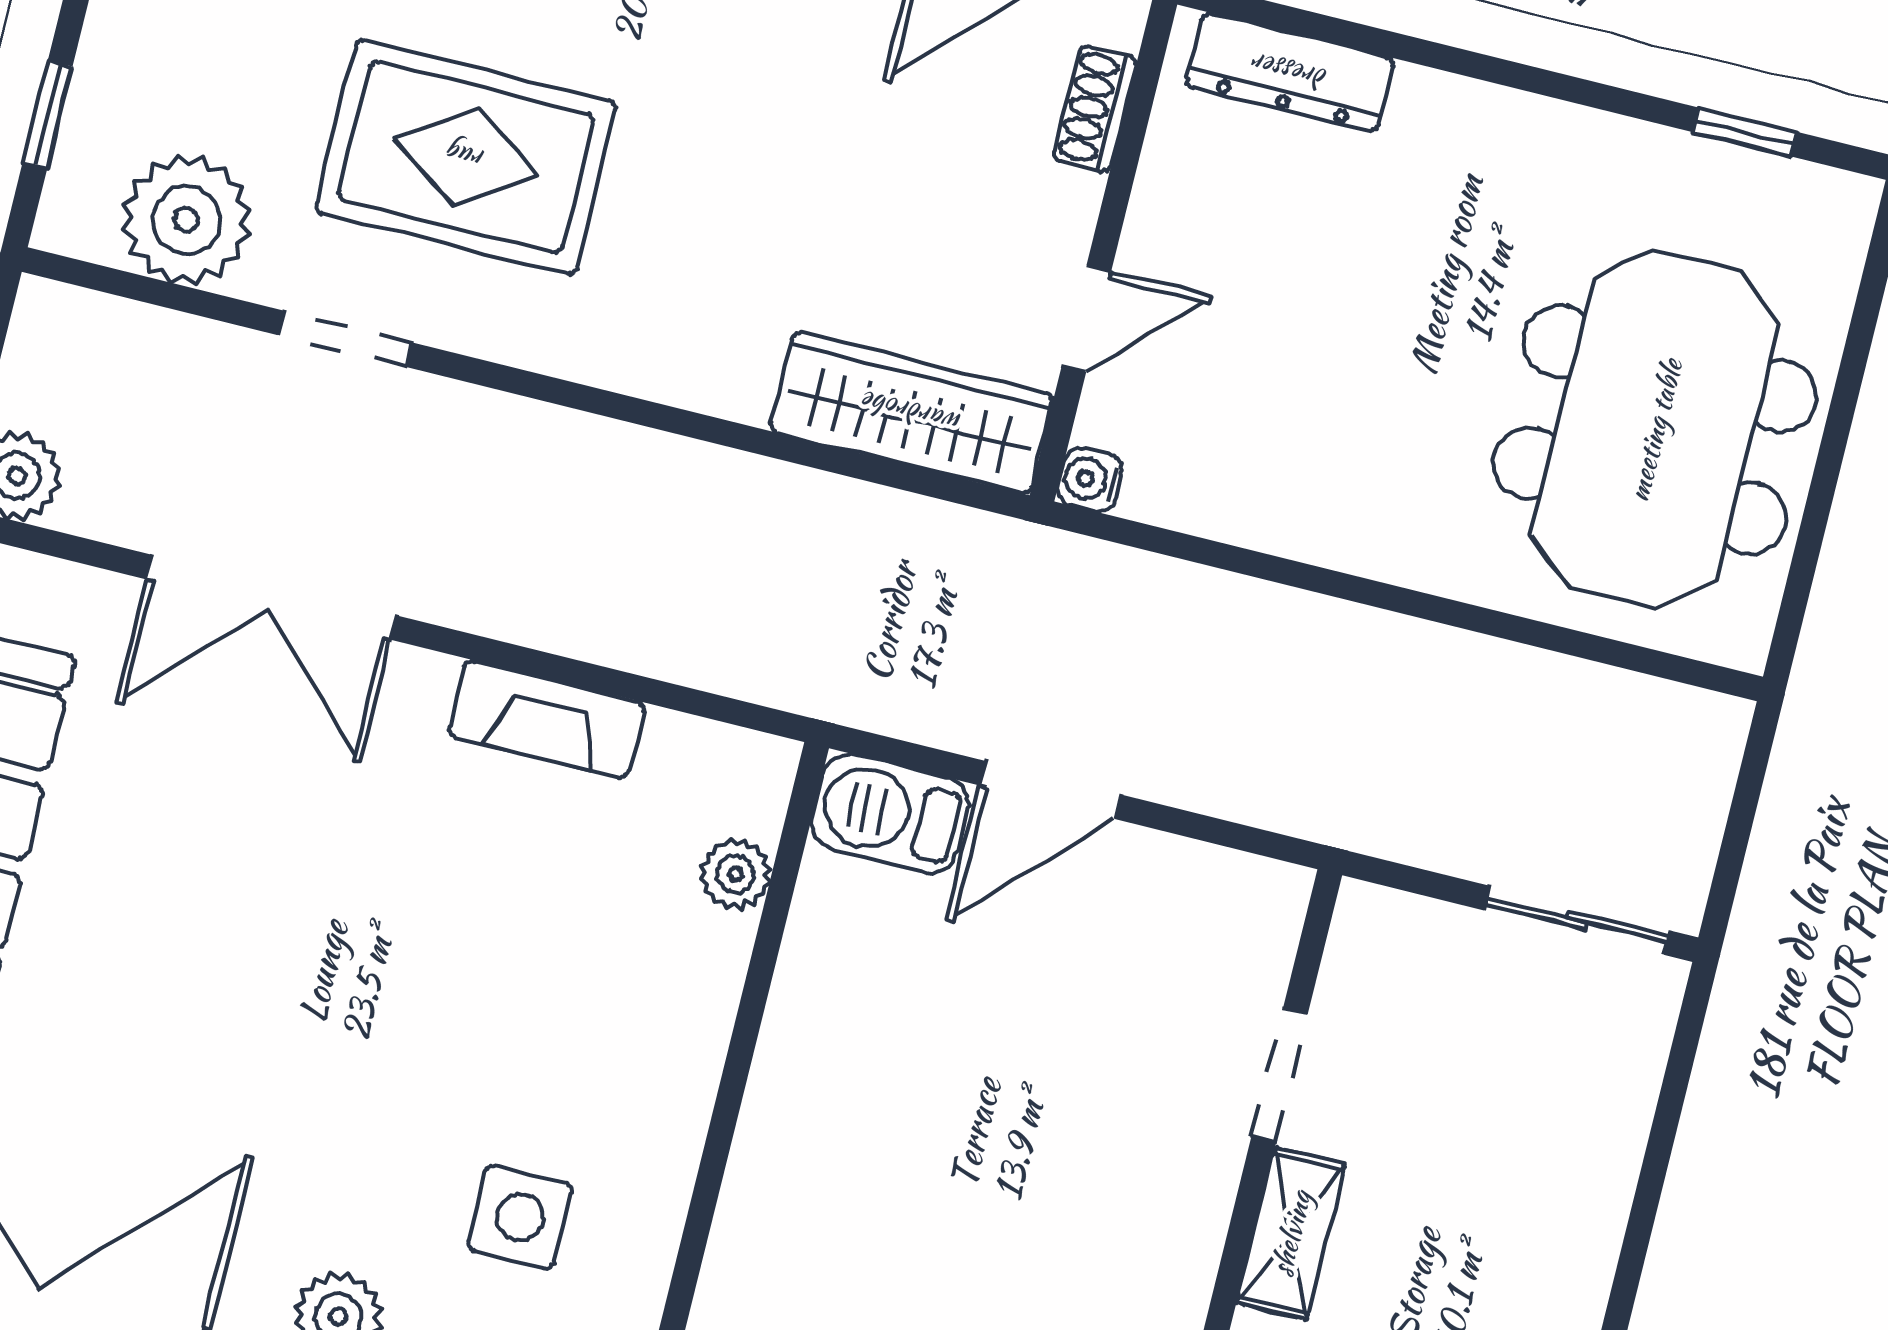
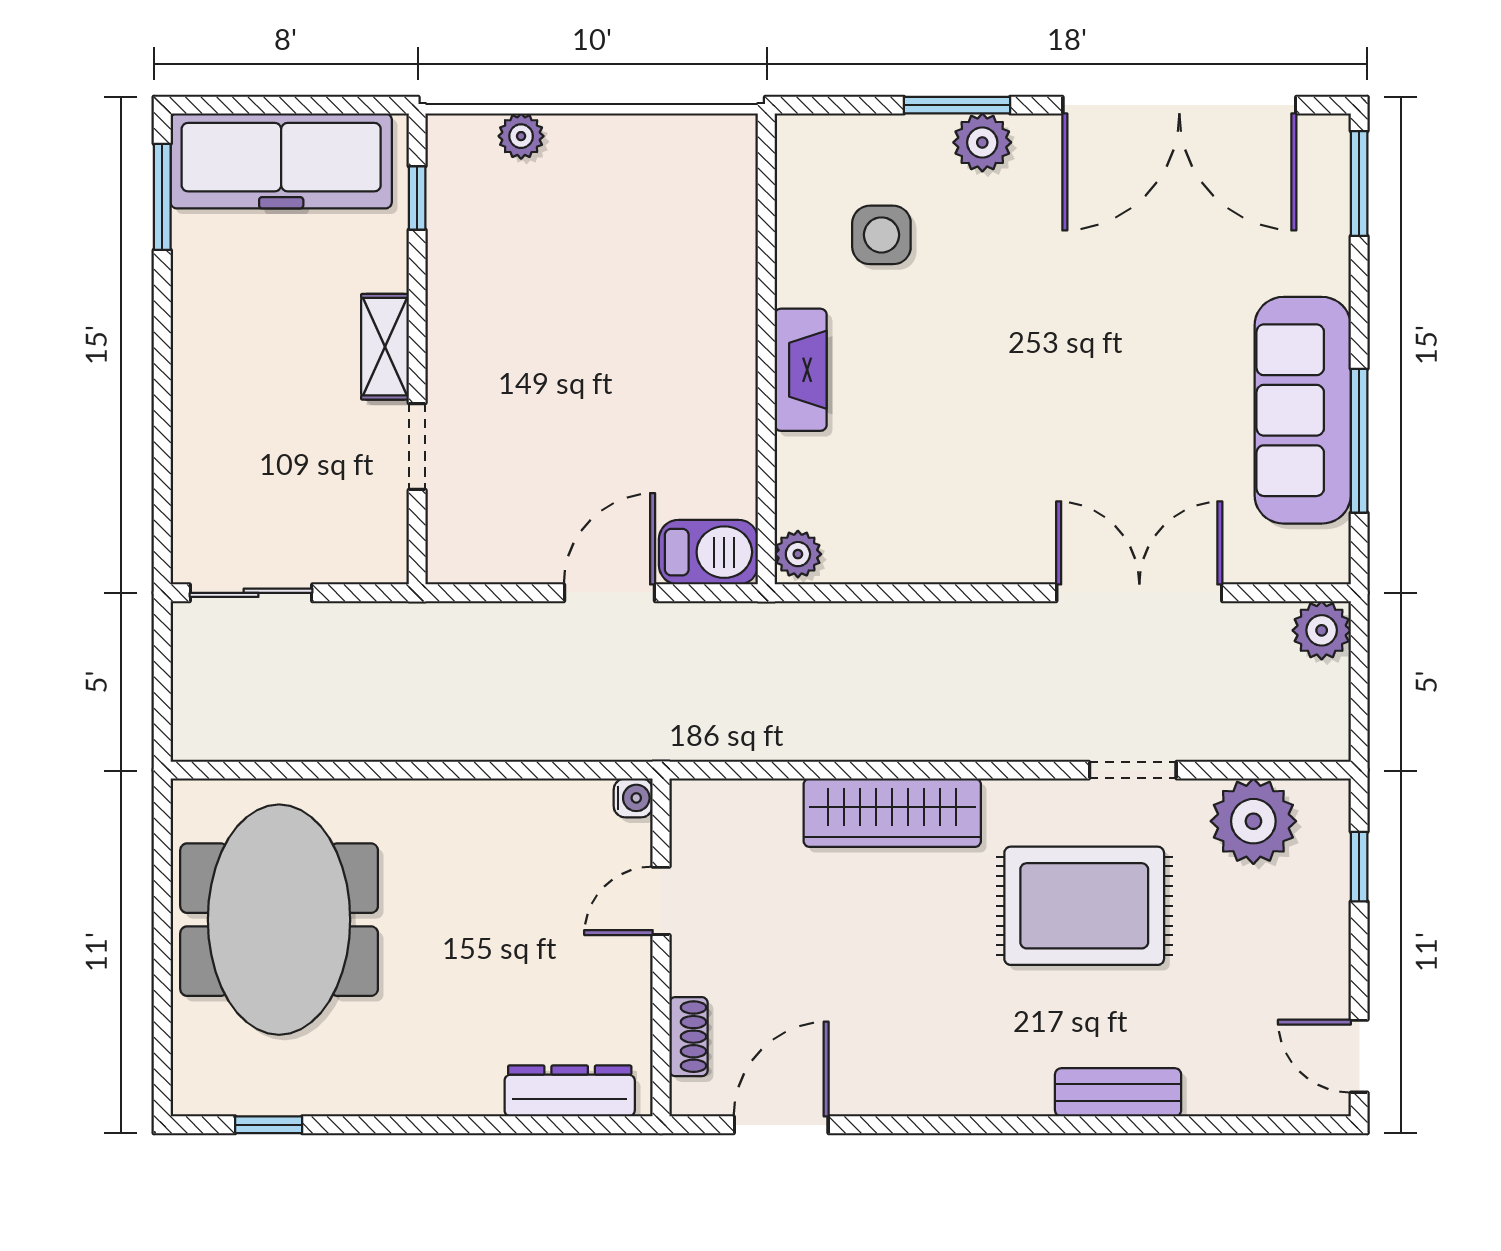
wardrobe: (912, 413) -> (892, 813), moved
fireplace: (547, 719) -> (801, 370), moved, turned 90
plant: (735, 874) -> (798, 554), moved

